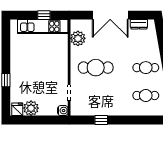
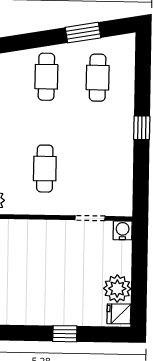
cafe table: (96, 68) -> (45, 169), width x0.73, depth x0.74
window: (101, 120) -> (142, 128), moved

